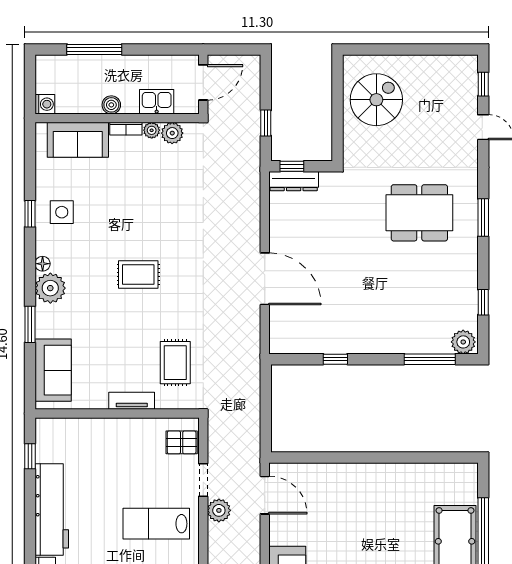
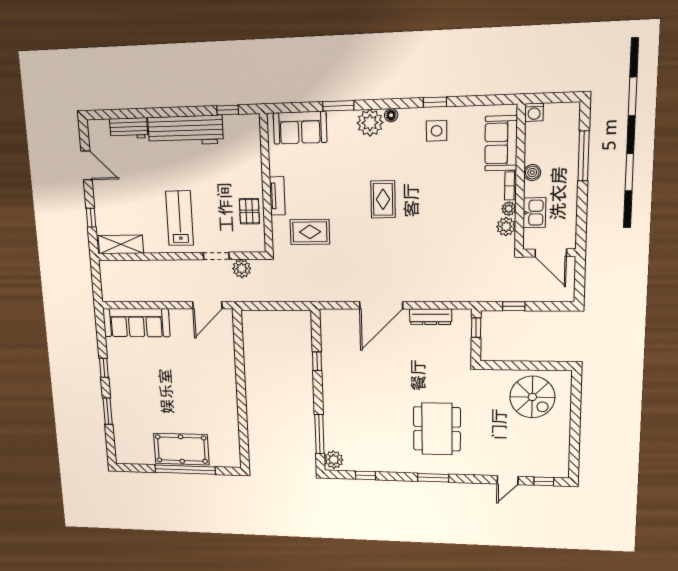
dresser: (294, 181) -> (431, 317), moved, turned -90
pallet: (182, 442) -> (249, 211), moved
plant: (219, 510) -> (242, 268), moved

